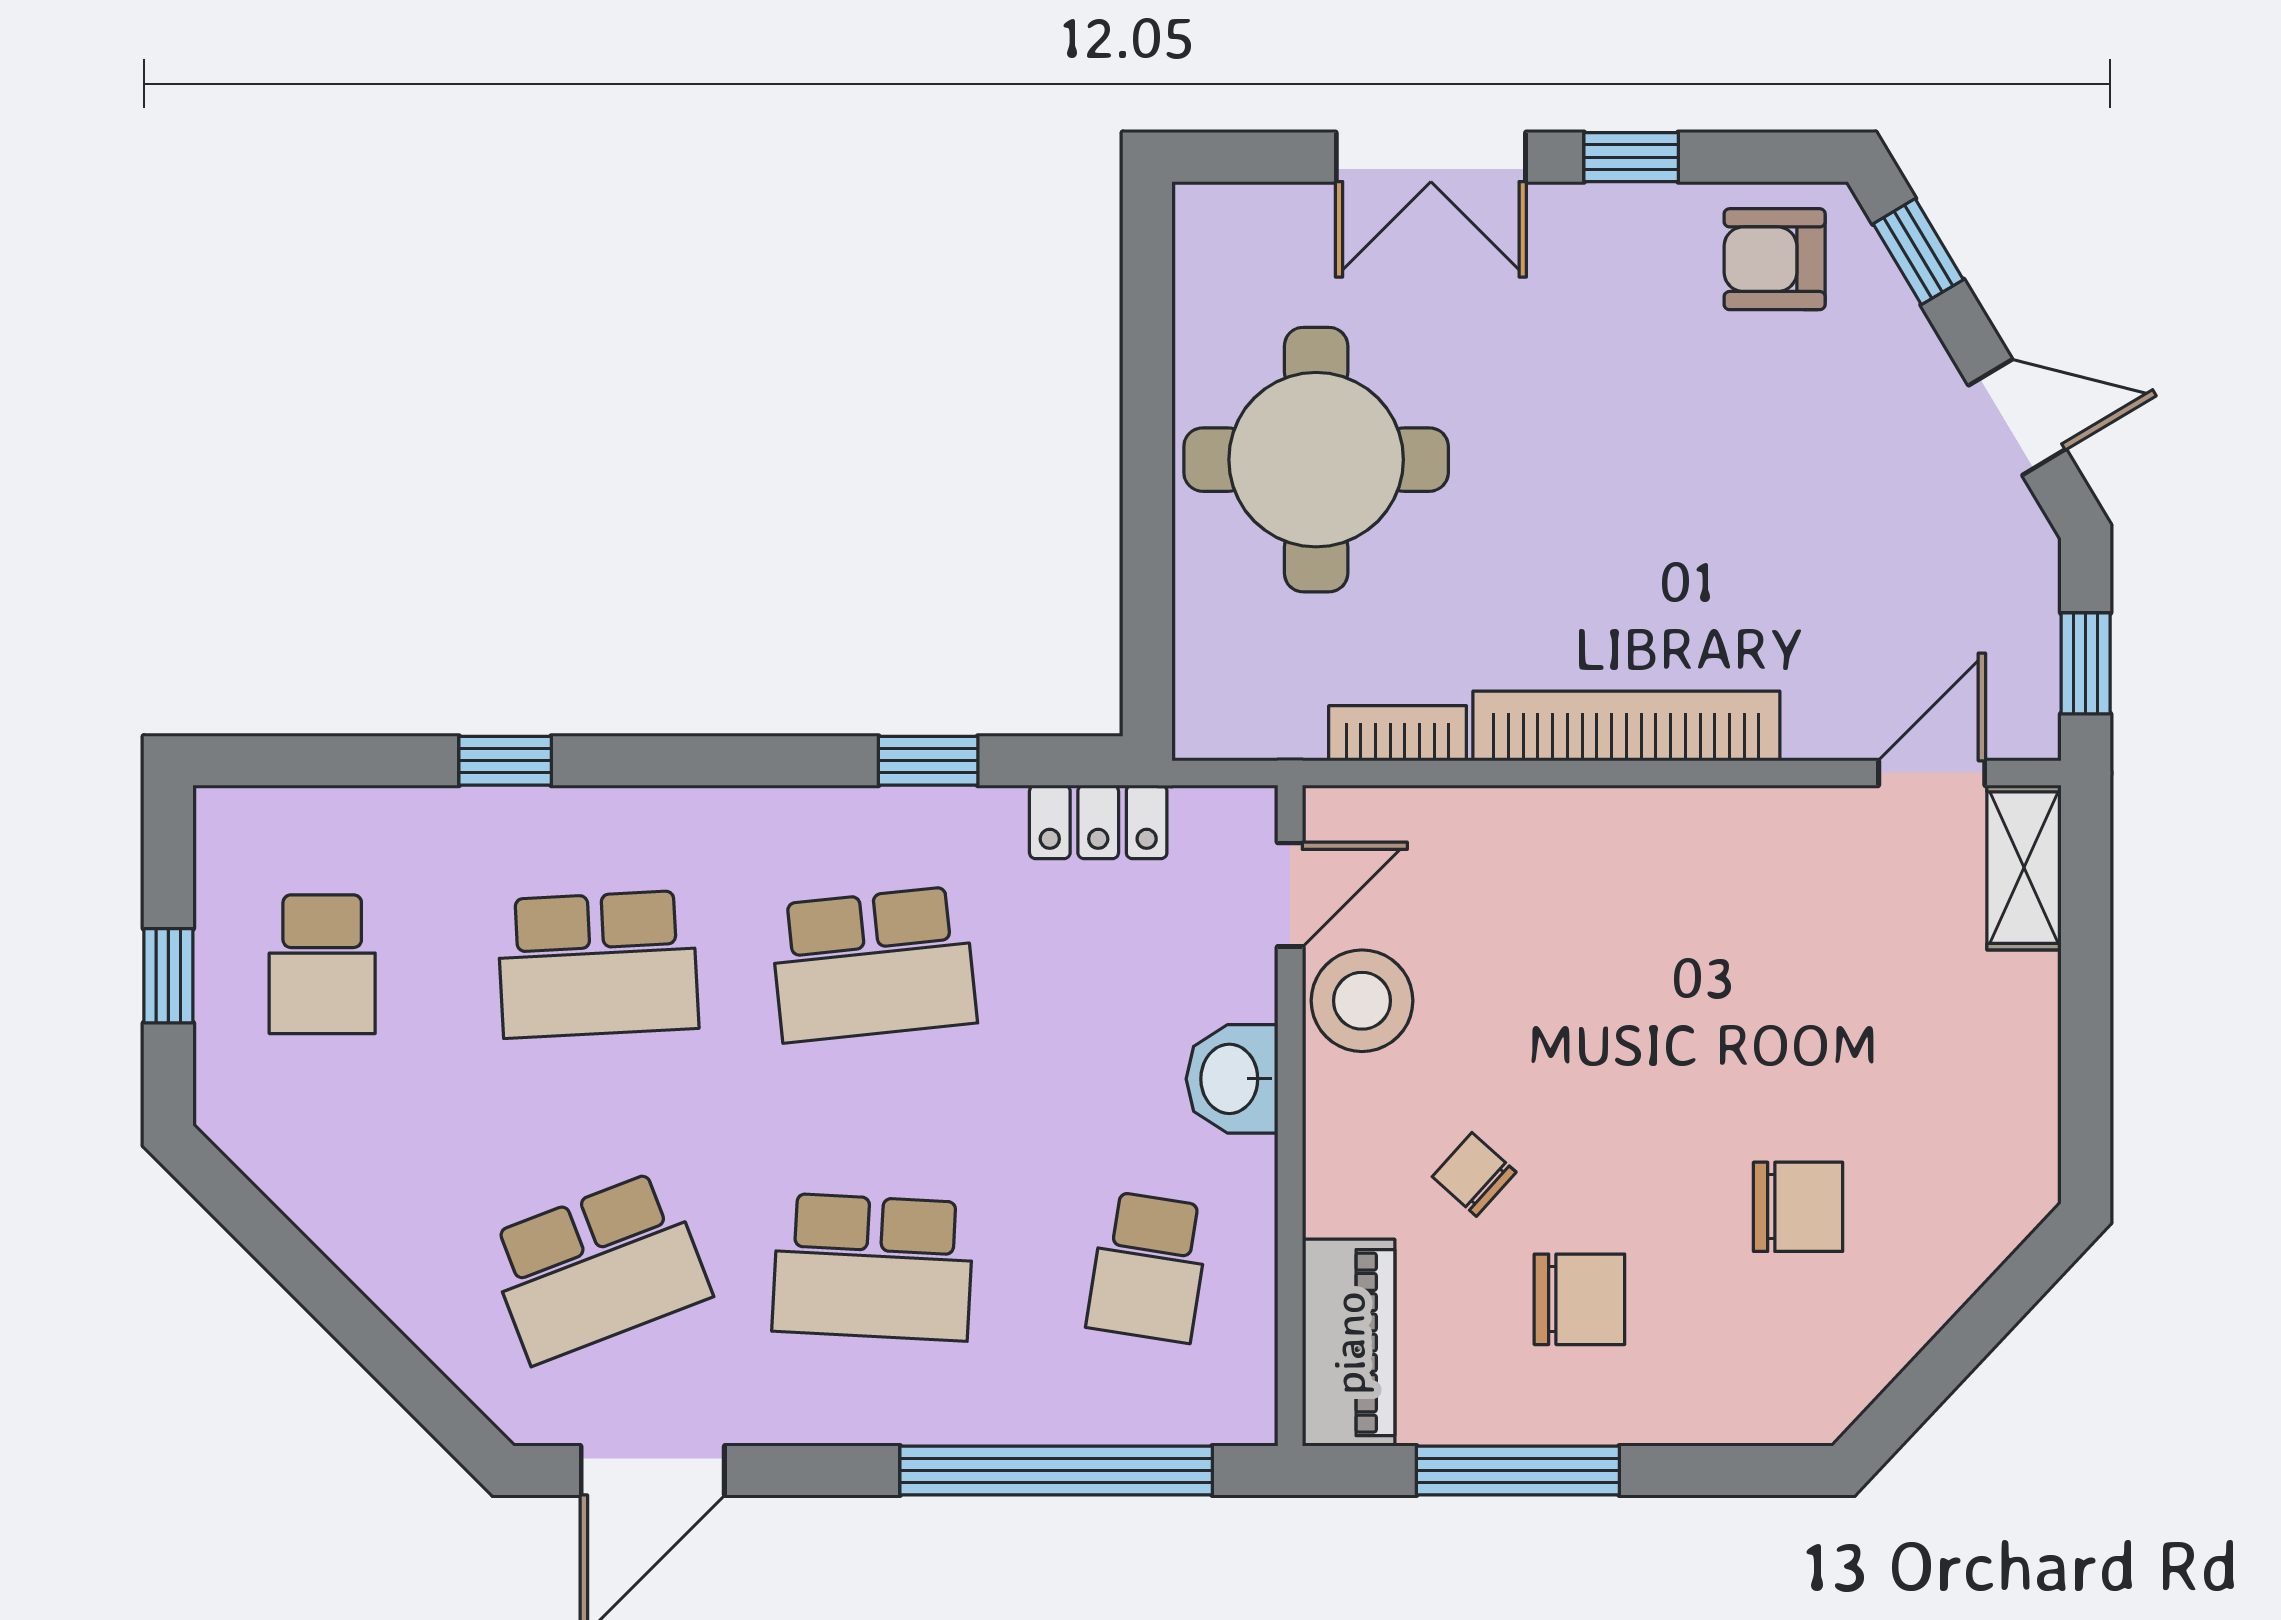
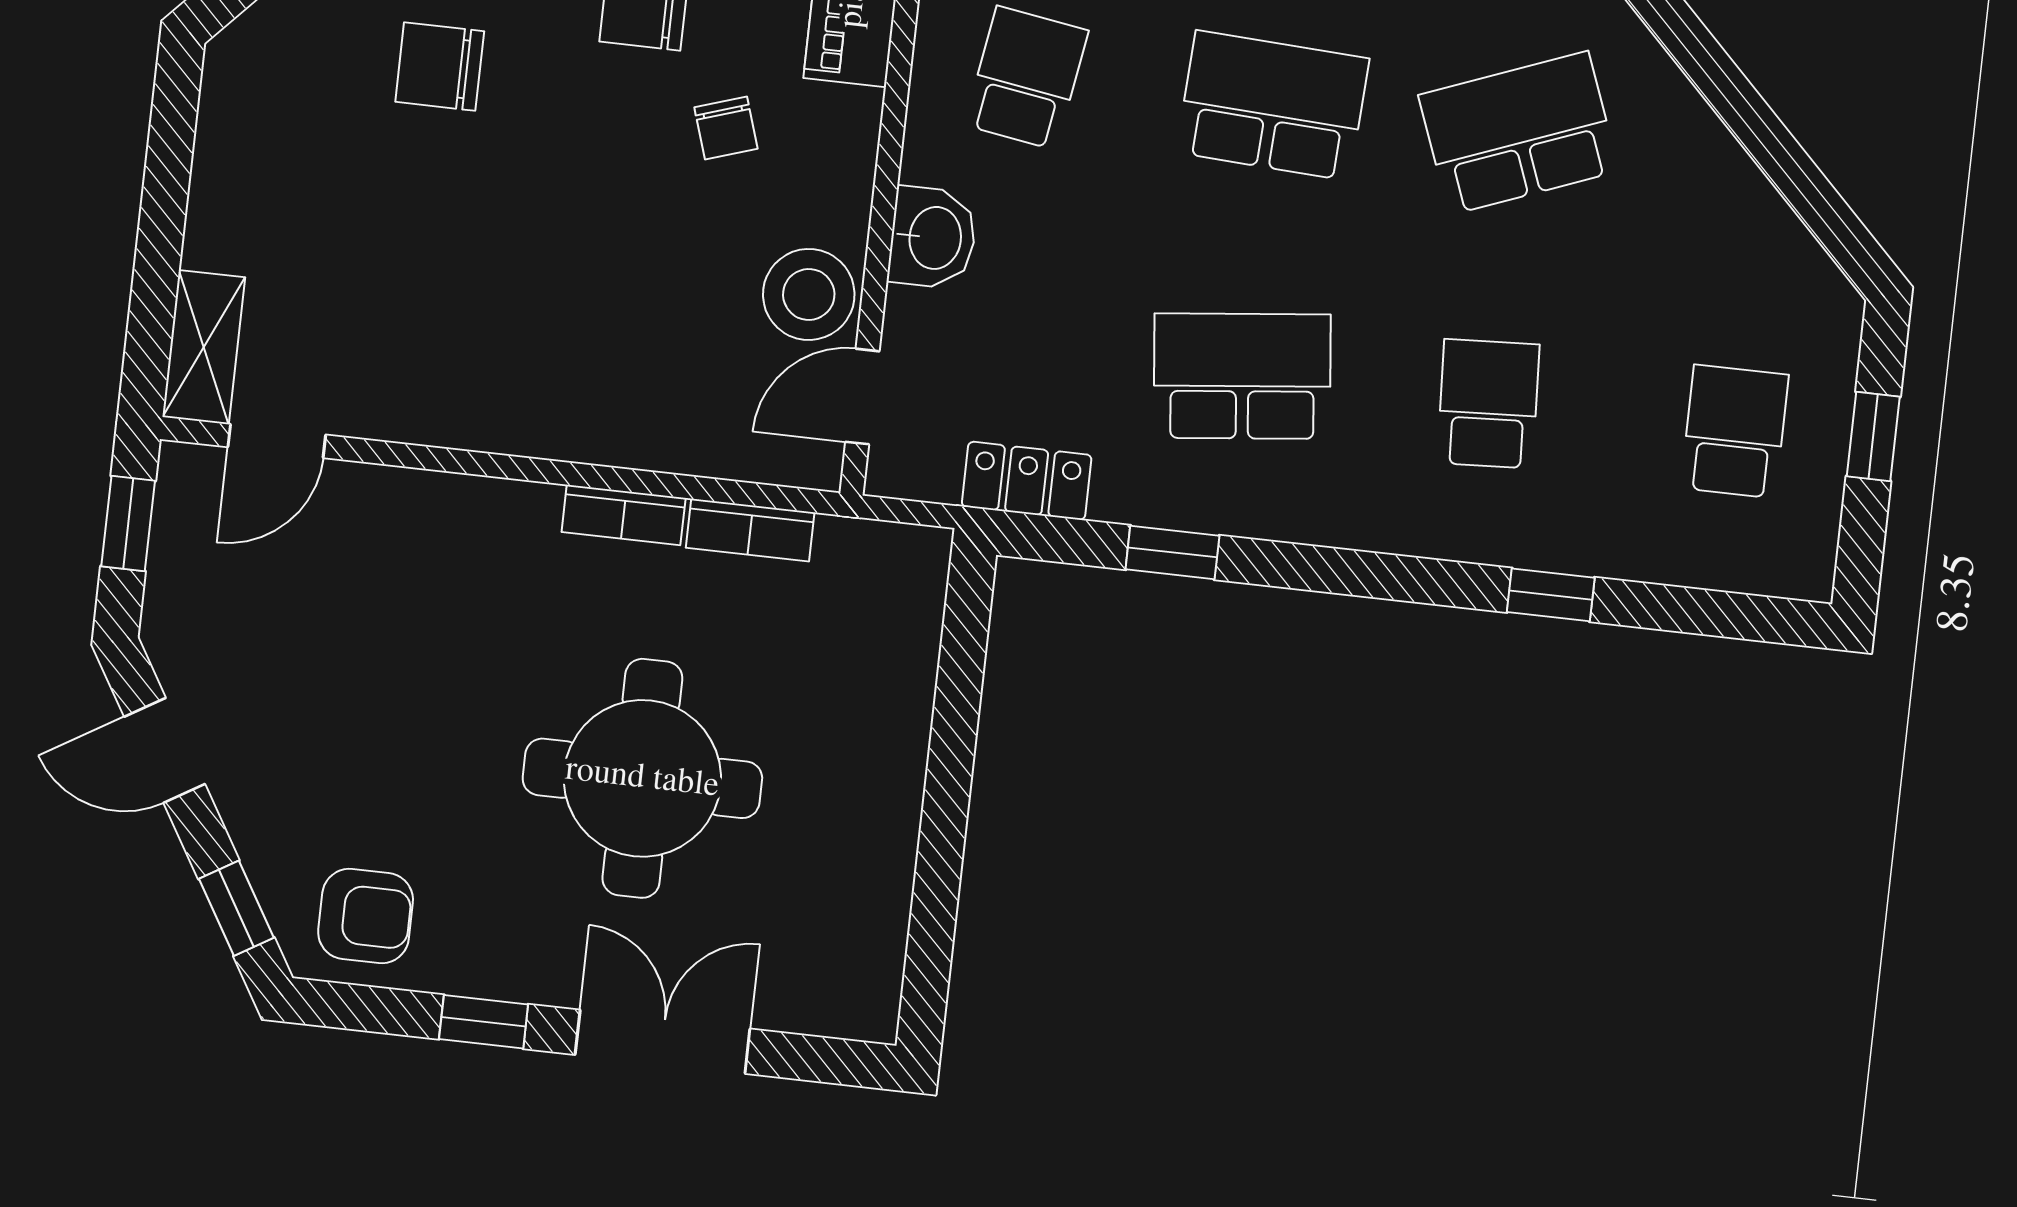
round table: (1316, 460) -> (642, 778), moved
bookcase: (1626, 726) -> (624, 515), width x0.43, depth x0.76
school desk: (598, 964) -> (1488, 404), width x0.54
chair: (1474, 1174) -> (726, 128), turned 30

